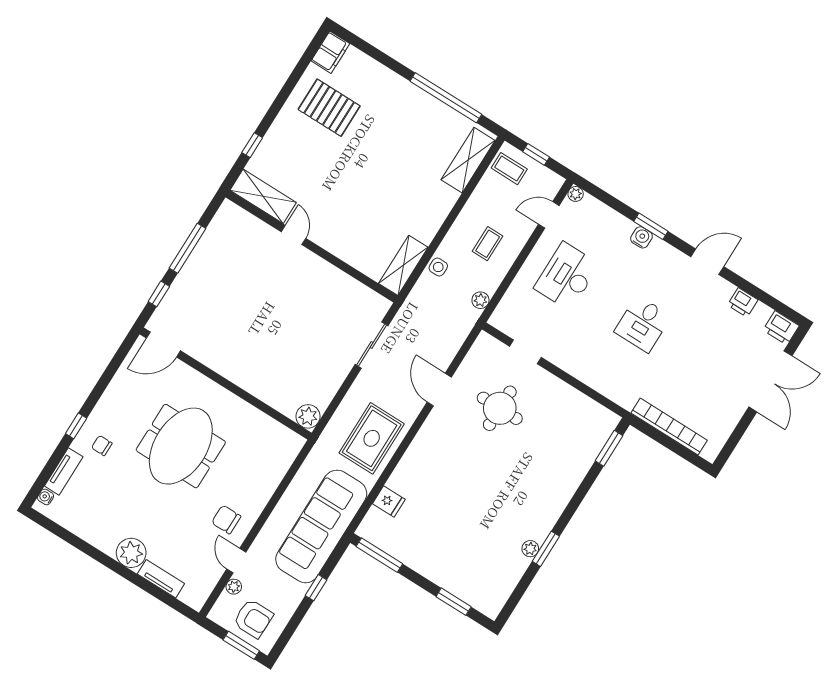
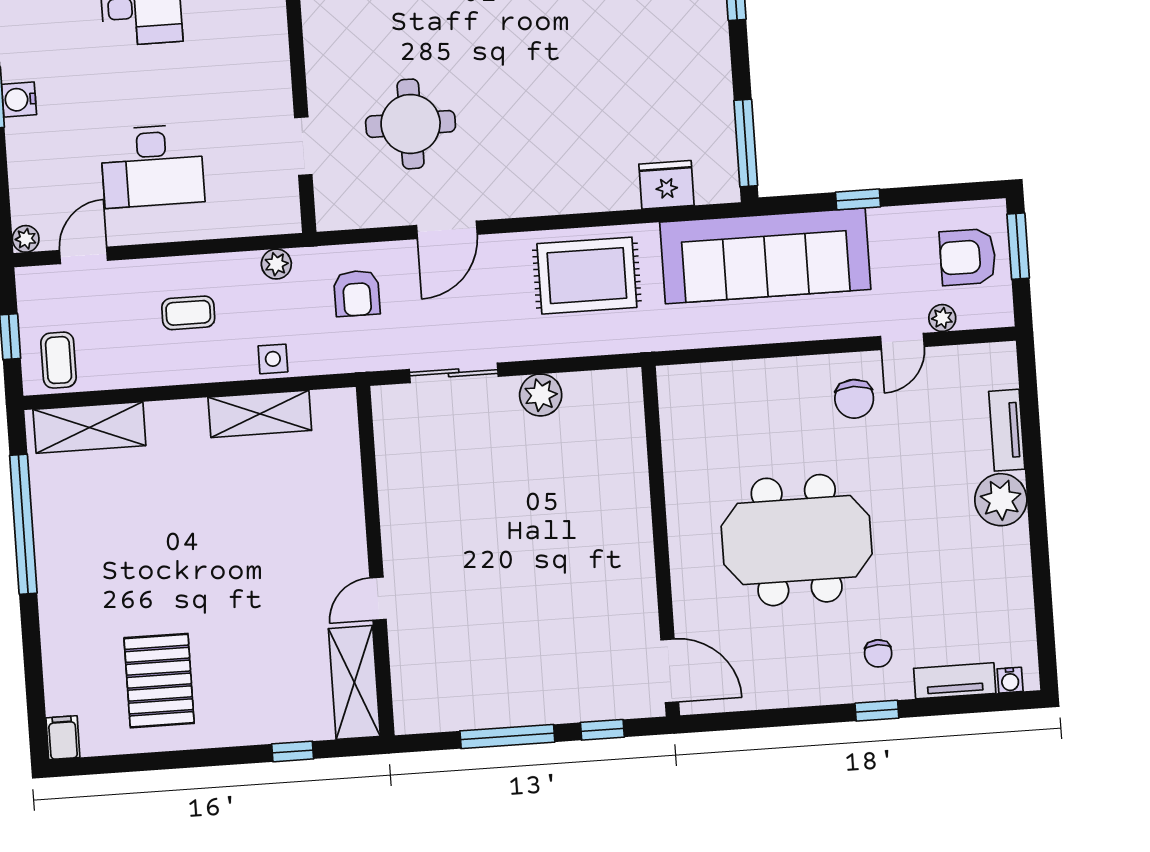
filing cabinet: (330, 52) -> (63, 738), width x0.50
door: (549, 215) -> (84, 255), swing flipped
shelving: (403, 265) -> (260, 414), moved
armchair: (440, 327) -> (357, 293), added
plant: (308, 416) -> (541, 395), moved
fridge: (389, 502) -> (667, 185), width x1.38
armchair: (253, 619) -> (968, 257), turned -90

